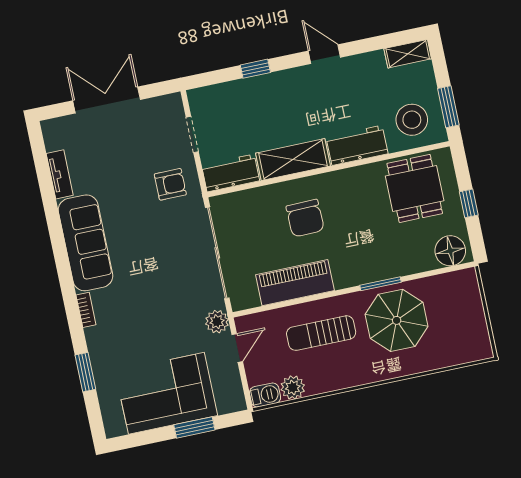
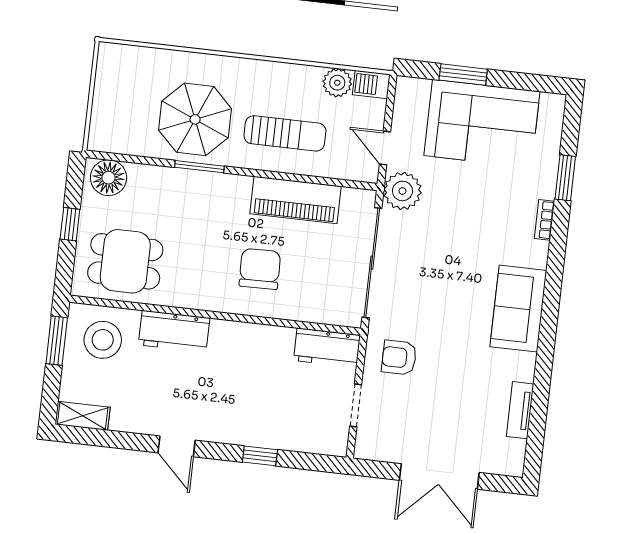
shelving: (293, 160) -> (252, 339), removed
dining table: (415, 188) -> (125, 261), turned 90
sofa: (85, 243) -> (518, 309), width x0.73
bookcase: (86, 310) -> (544, 220), moved
plant: (217, 322) -> (402, 191), width x1.36, depth x1.36
door: (237, 348) -> (385, 148), hinge flipped

